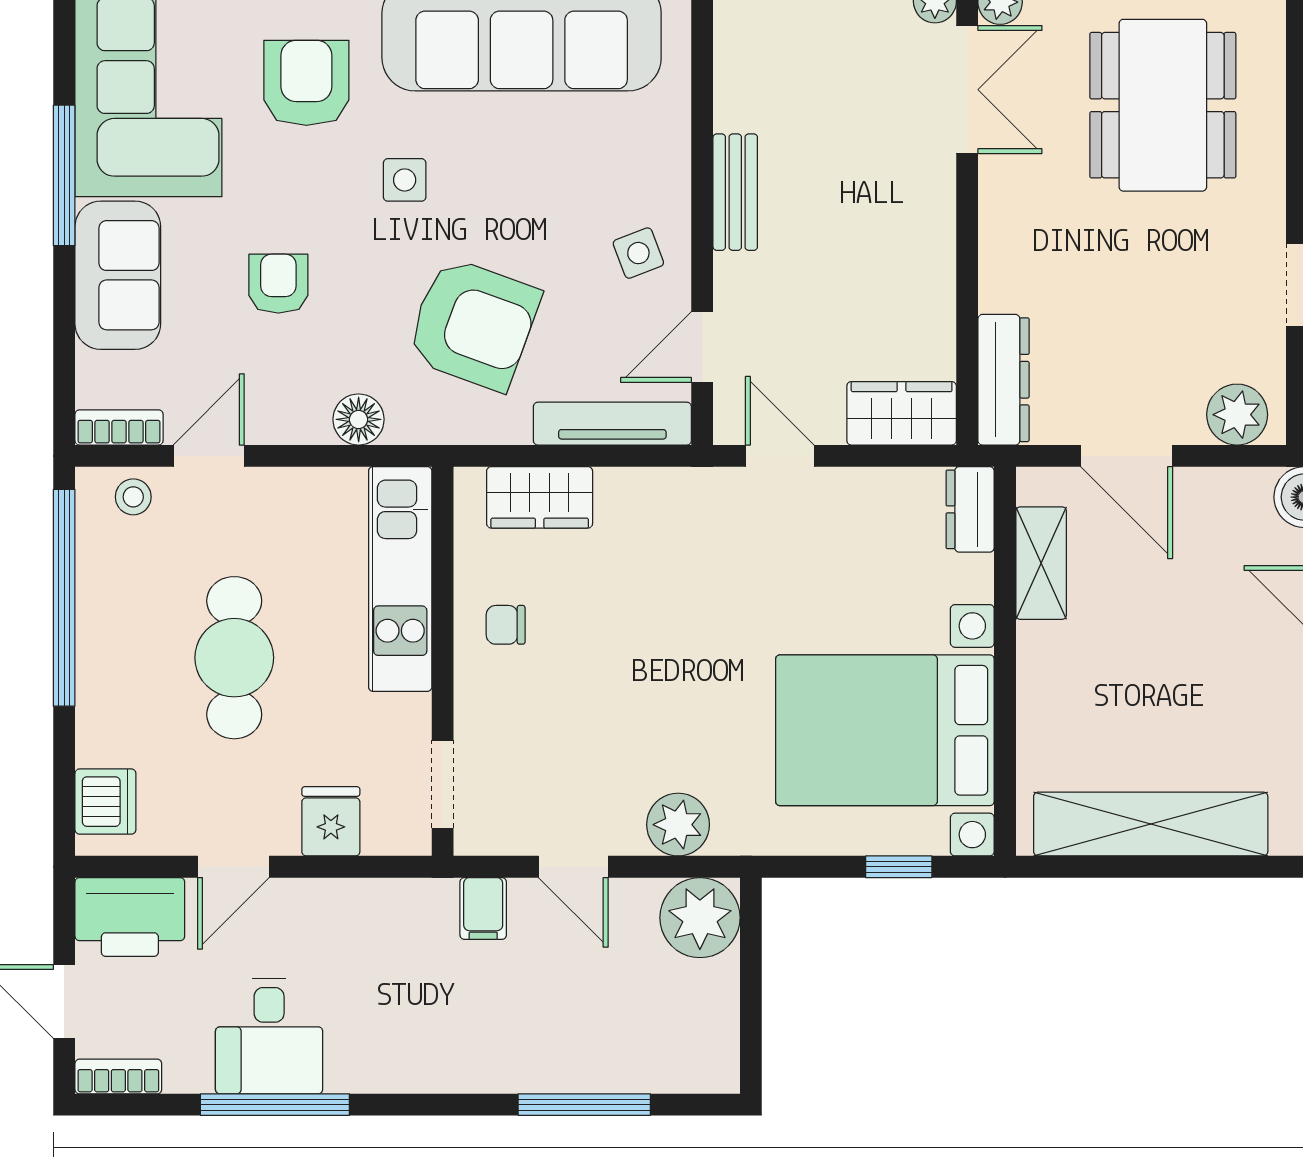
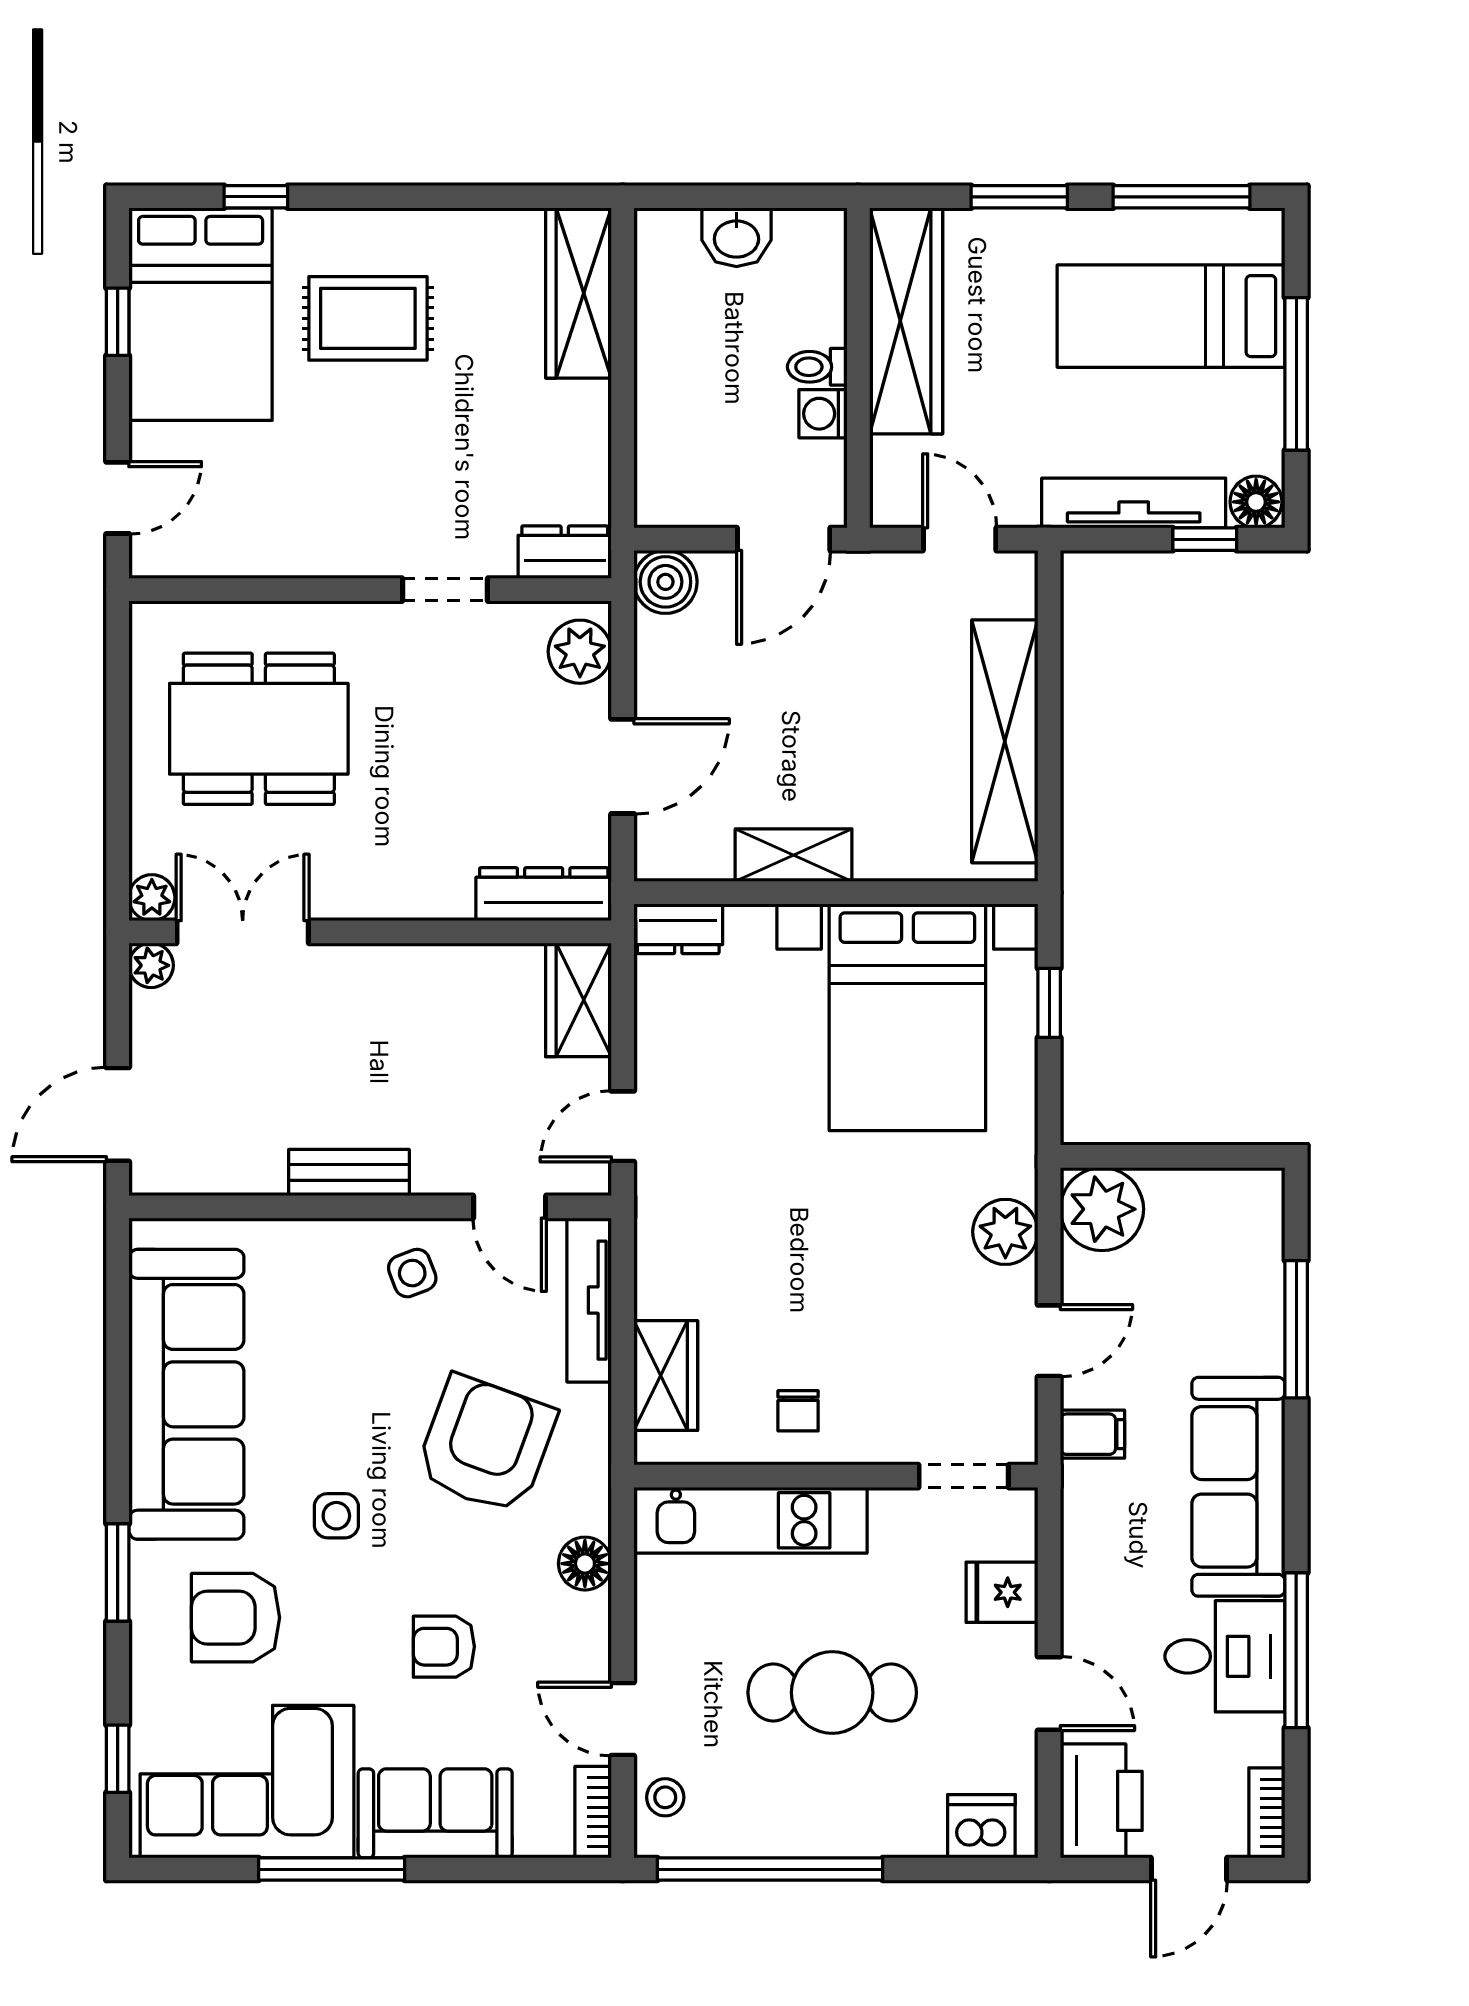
shelving: (1041, 563) -> (794, 855), moved
sofa: (432, 1049) -> (1238, 1487), added

